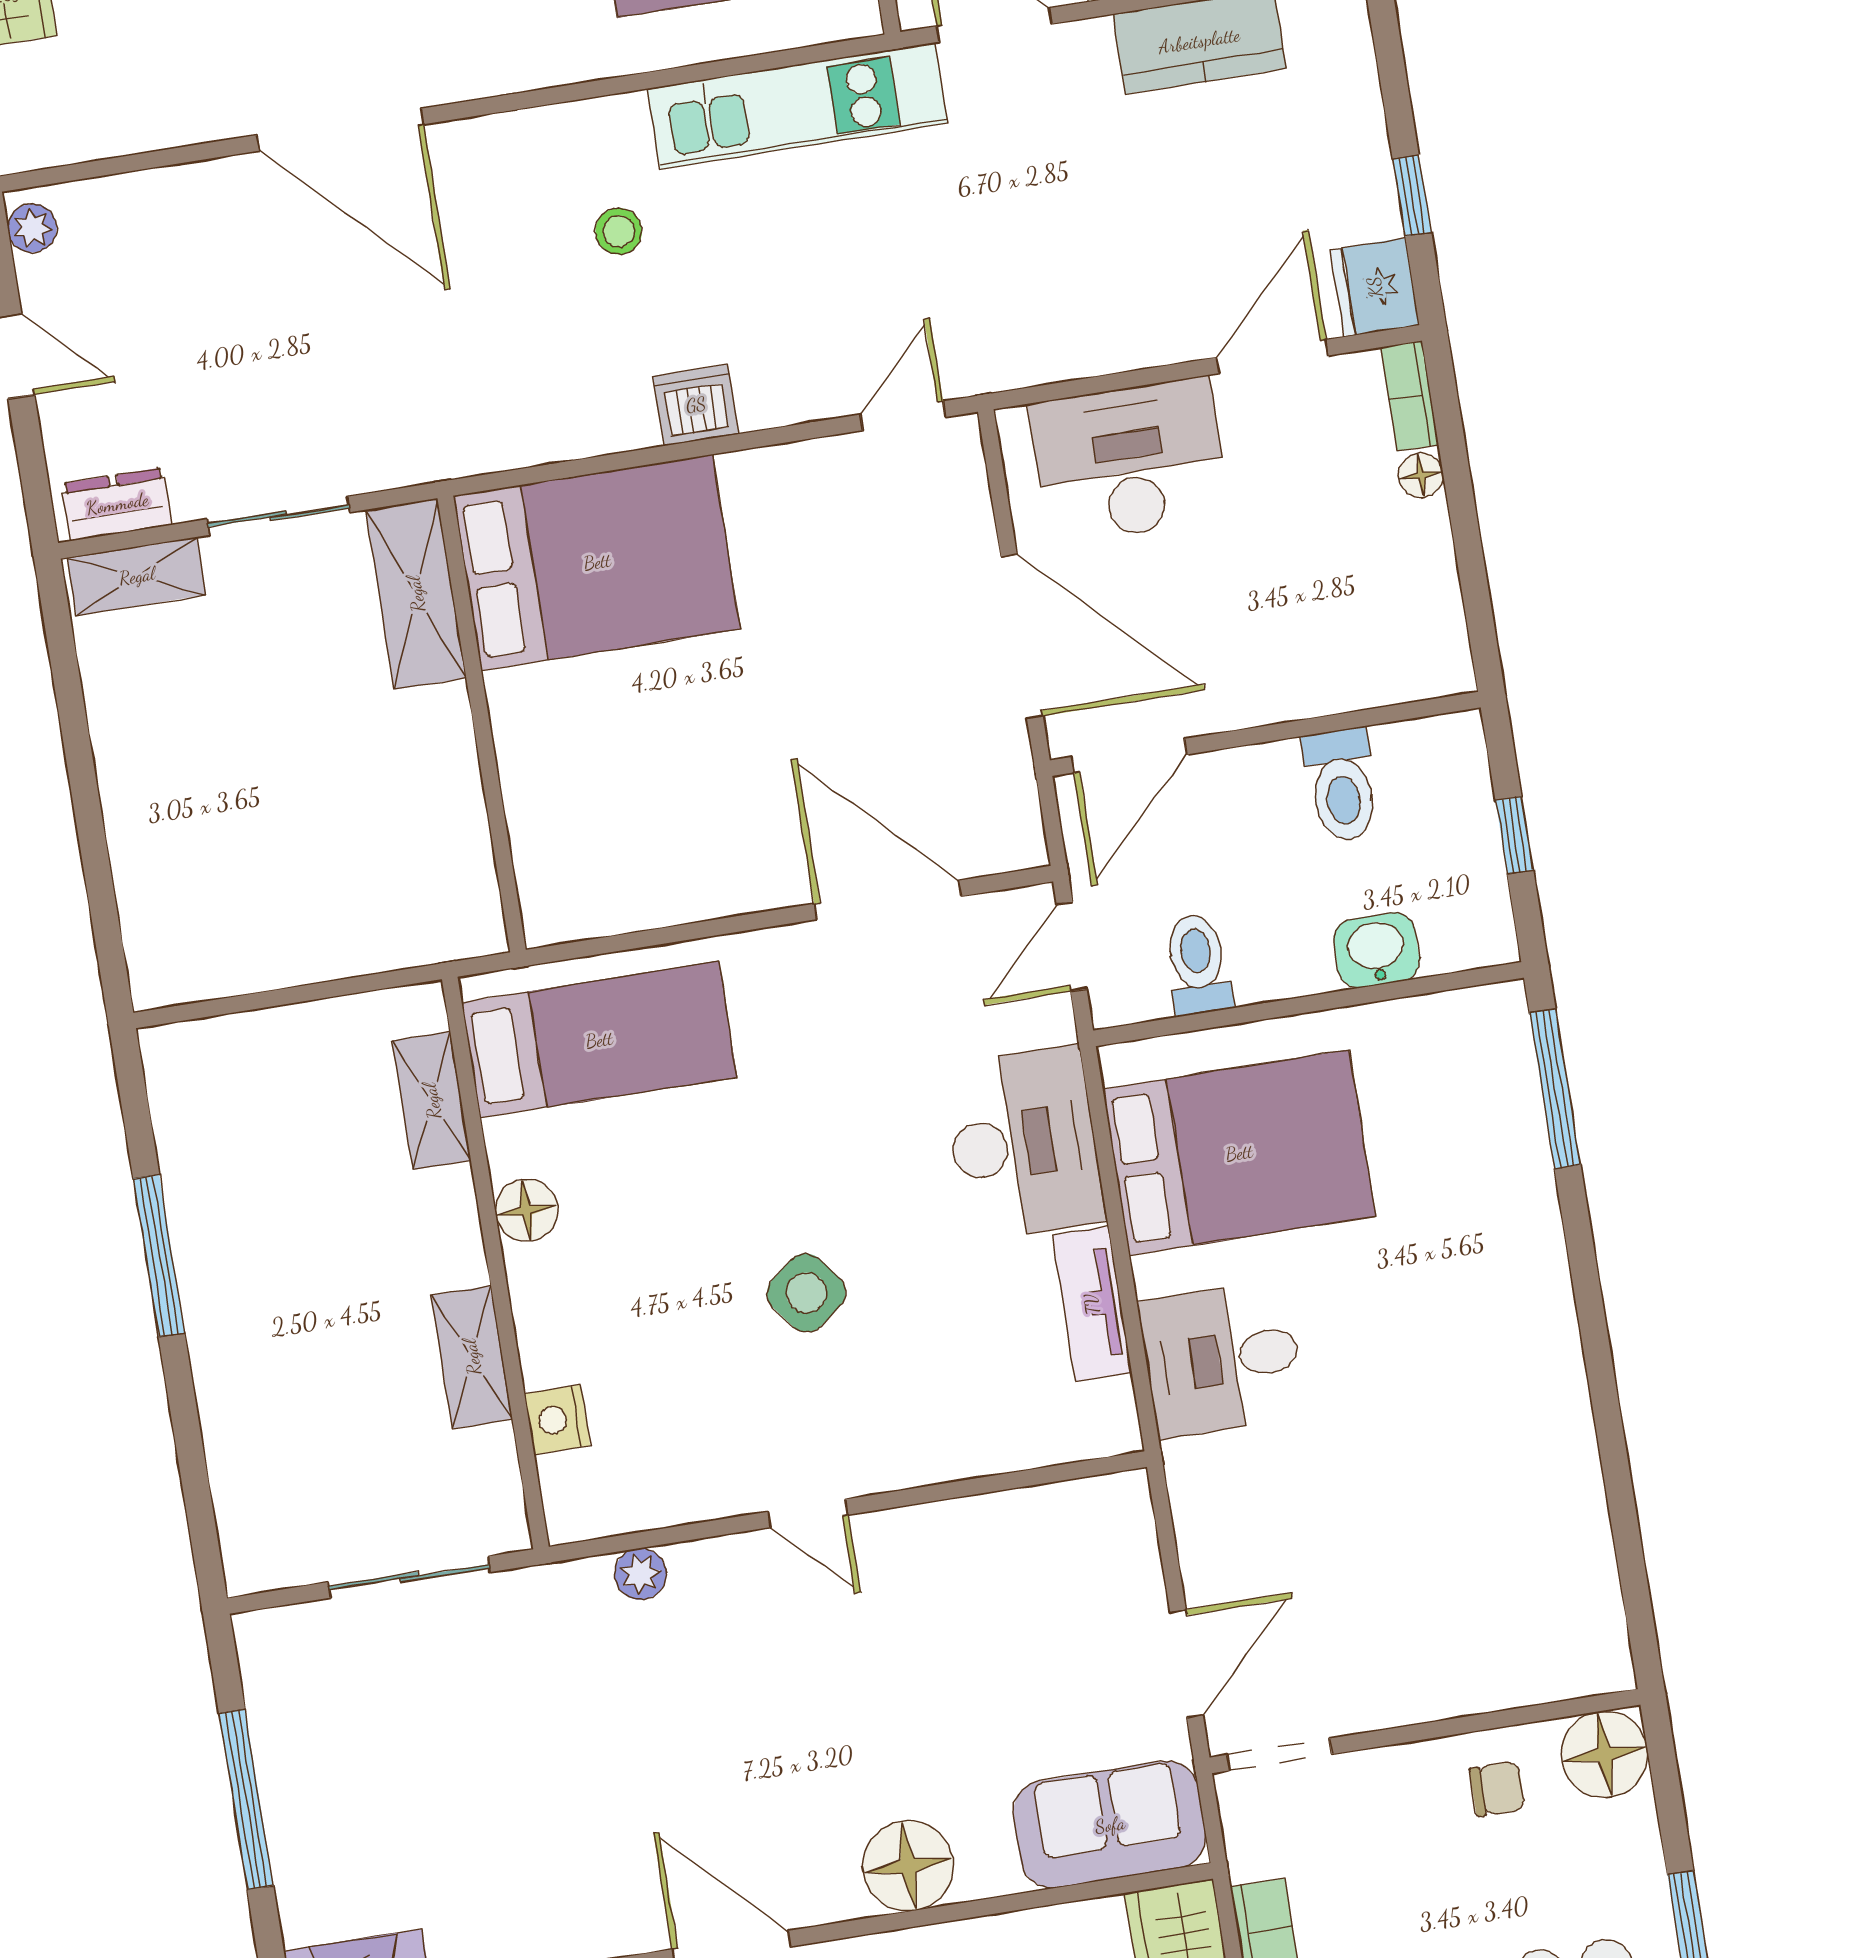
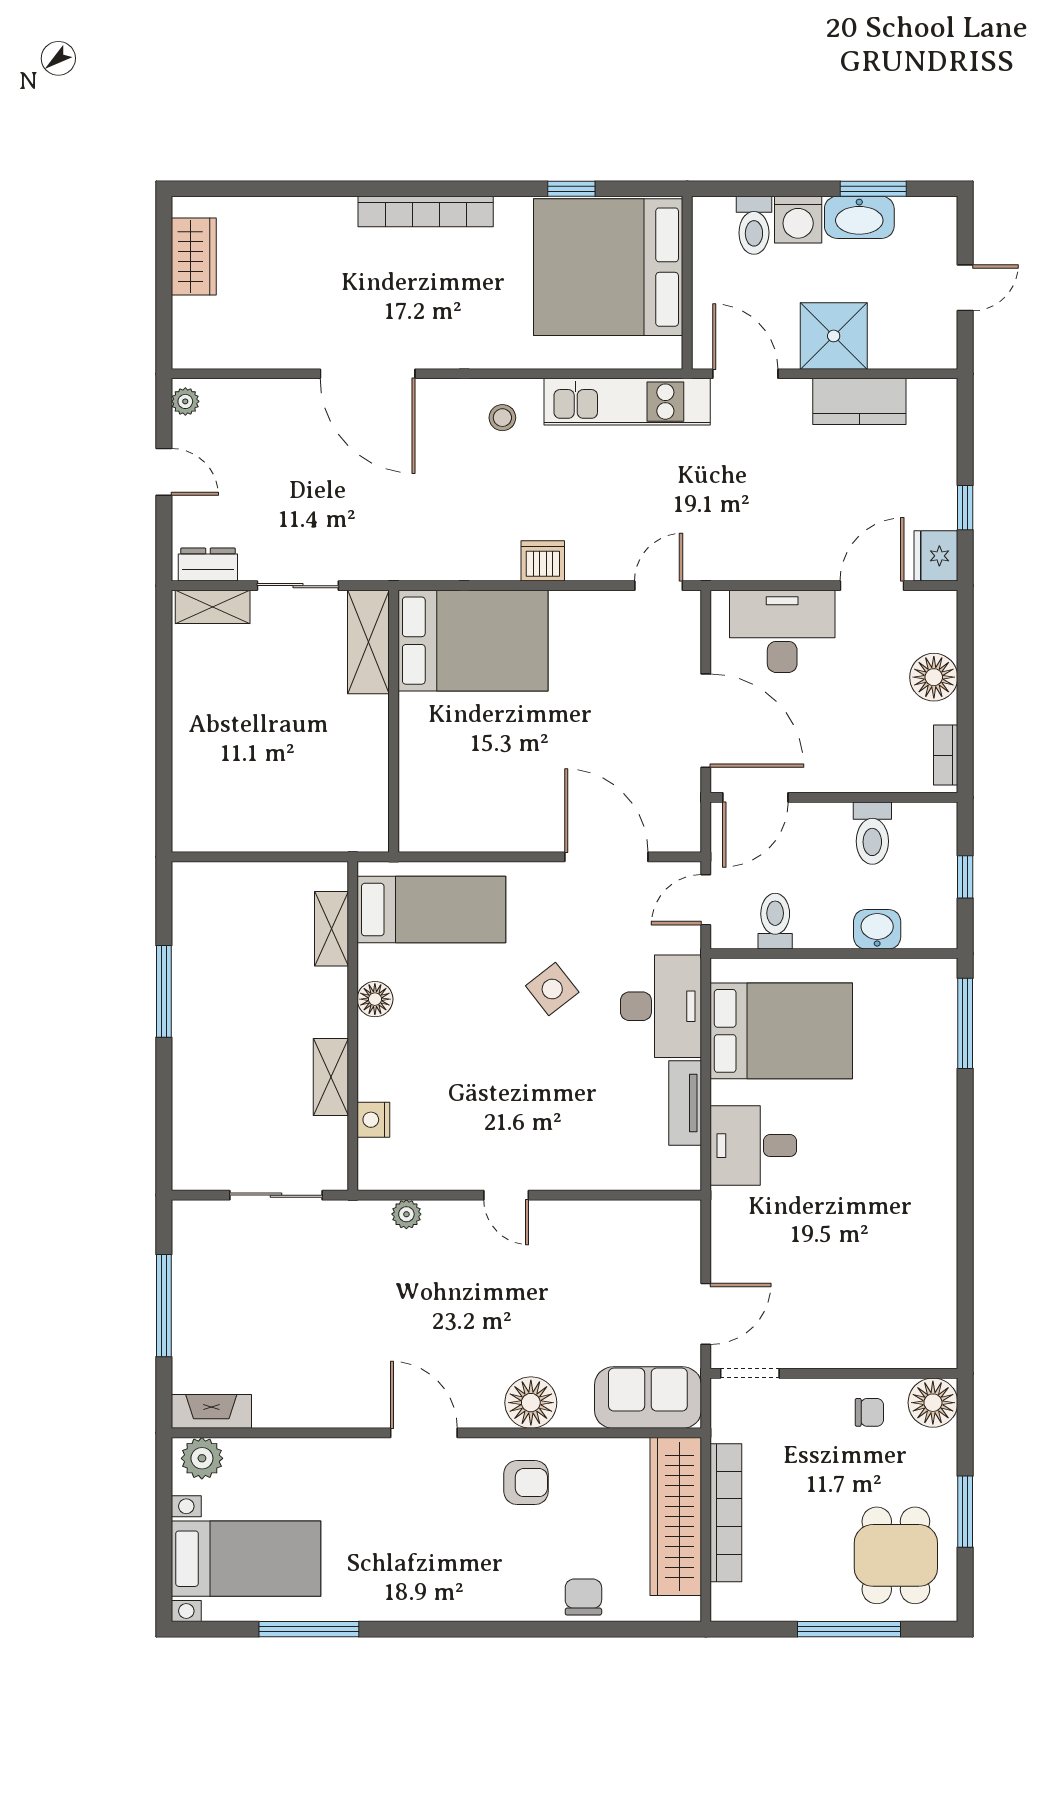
stool: (619, 231) -> (502, 418), moved
bookcase: (1410, 396) -> (946, 755), moved
floor lamp: (1421, 475) -> (934, 677), width x1.89, depth x1.89
side table: (806, 1293) -> (552, 989), moved

